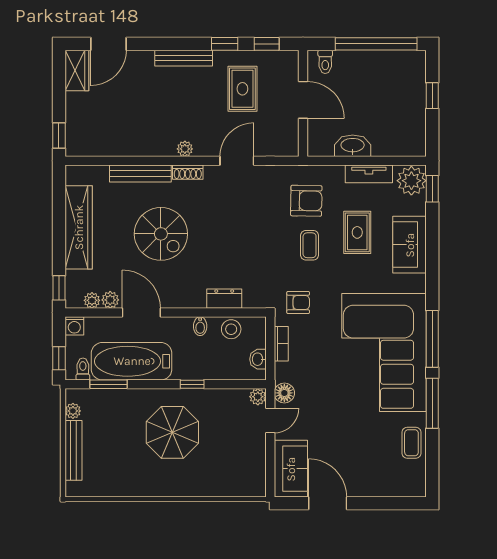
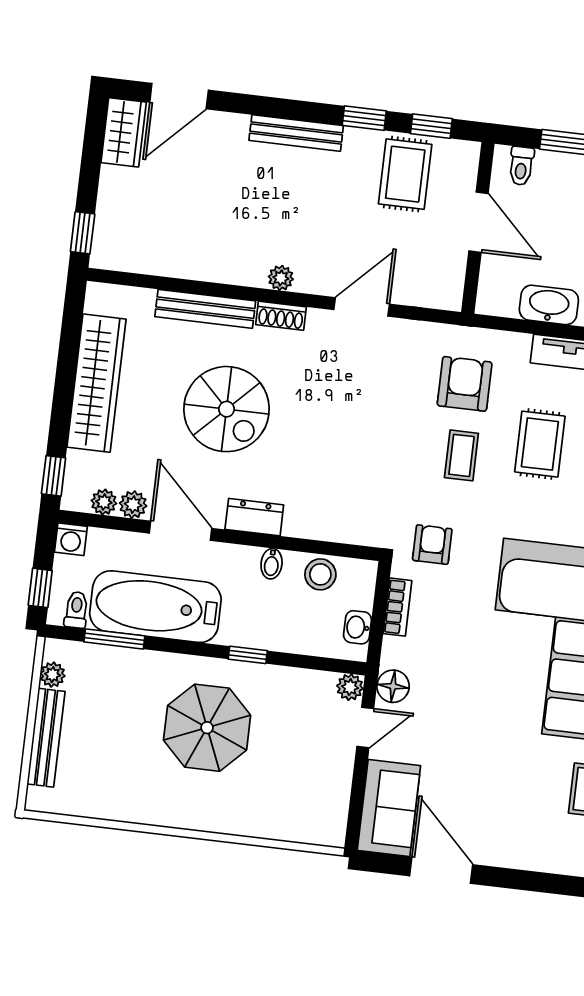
rug: (242, 89) -> (405, 174), moved
armchair: (306, 201) -> (465, 384), turned -91
dresser: (224, 299) -> (254, 517), moved
armchair: (298, 303) -> (432, 545), turned -90

